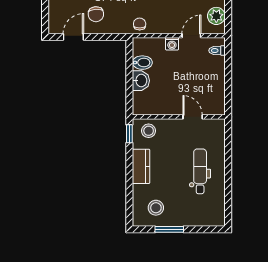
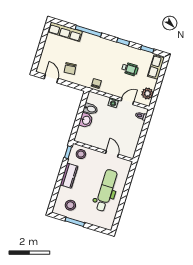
door: (73, 37) -> (51, 79), hinge flipped
dental chair: (200, 171) -> (106, 190), width x1.36, depth x1.38

